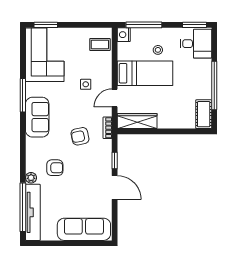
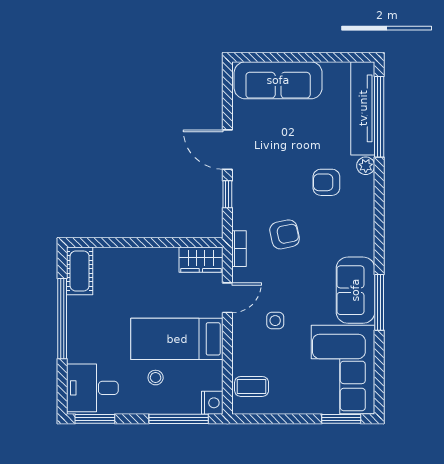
sofa: (37, 117) -> (355, 290), moved
wardrobe: (137, 121) -> (201, 260), width x0.67

